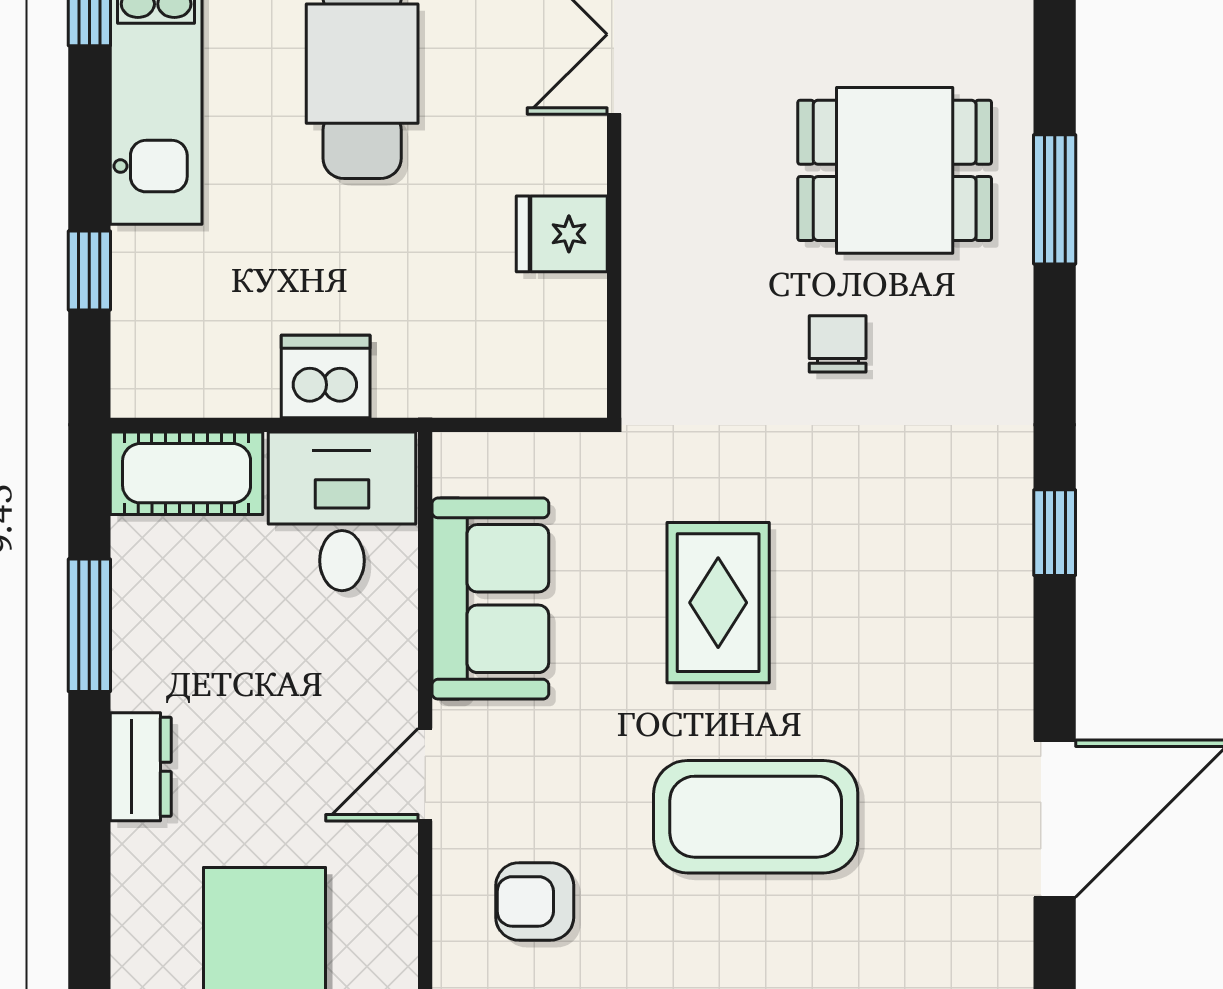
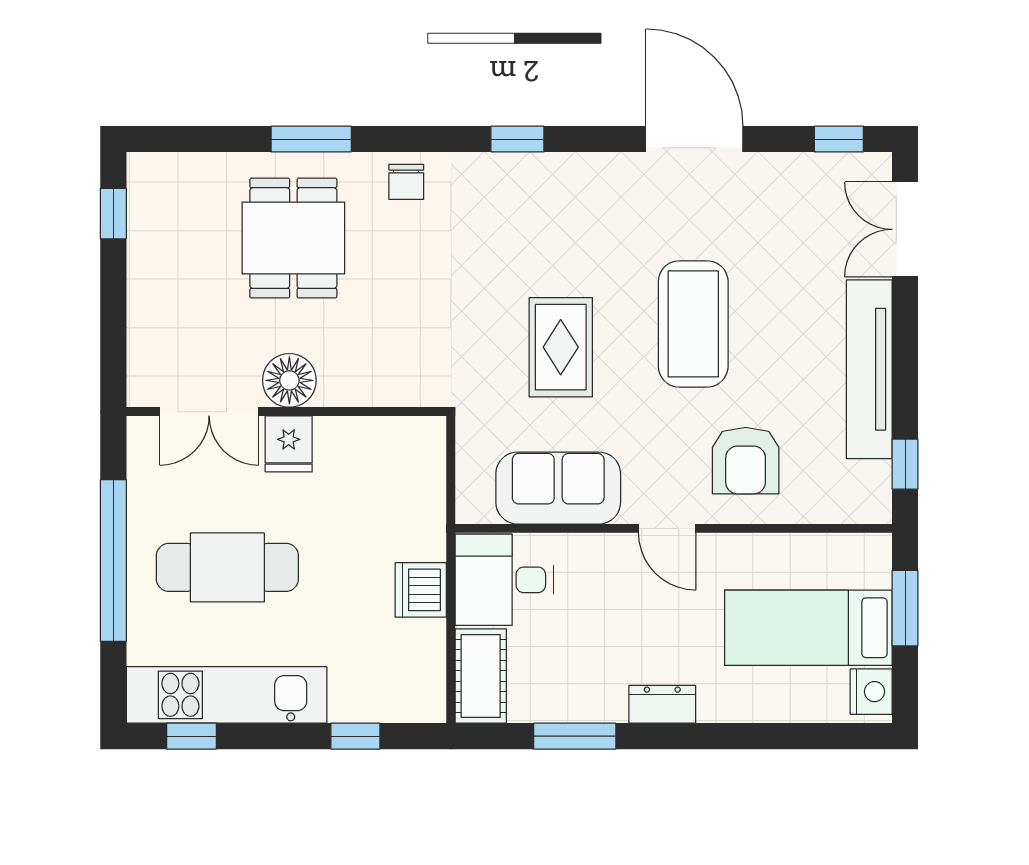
floor lamp: (664, 164) -> (289, 380), added
fridge: (562, 234) -> (289, 444), moved
chair: (838, 344) -> (406, 182), moved, turned -90
rug: (718, 603) -> (561, 347), turned 90
armchair: (535, 901) -> (746, 461), width x1.38, depth x1.38

